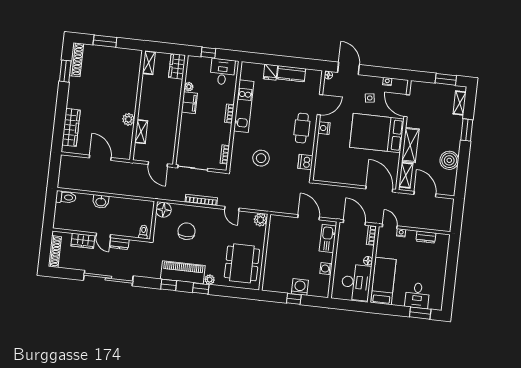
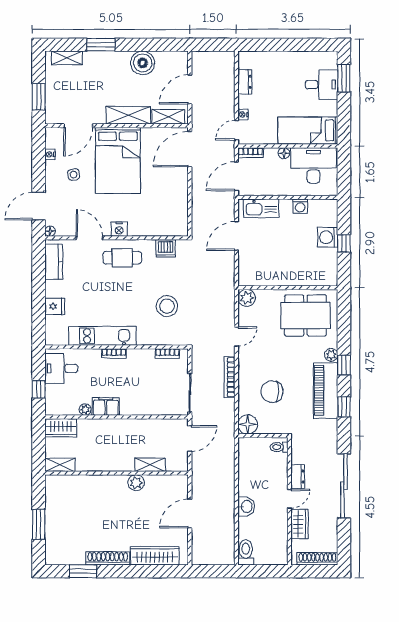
shoe rack: (77, 60) -> (108, 558), moved
kitchen counter: (291, 74) -> (54, 262), moved
window: (446, 79) -> (39, 97), moved

